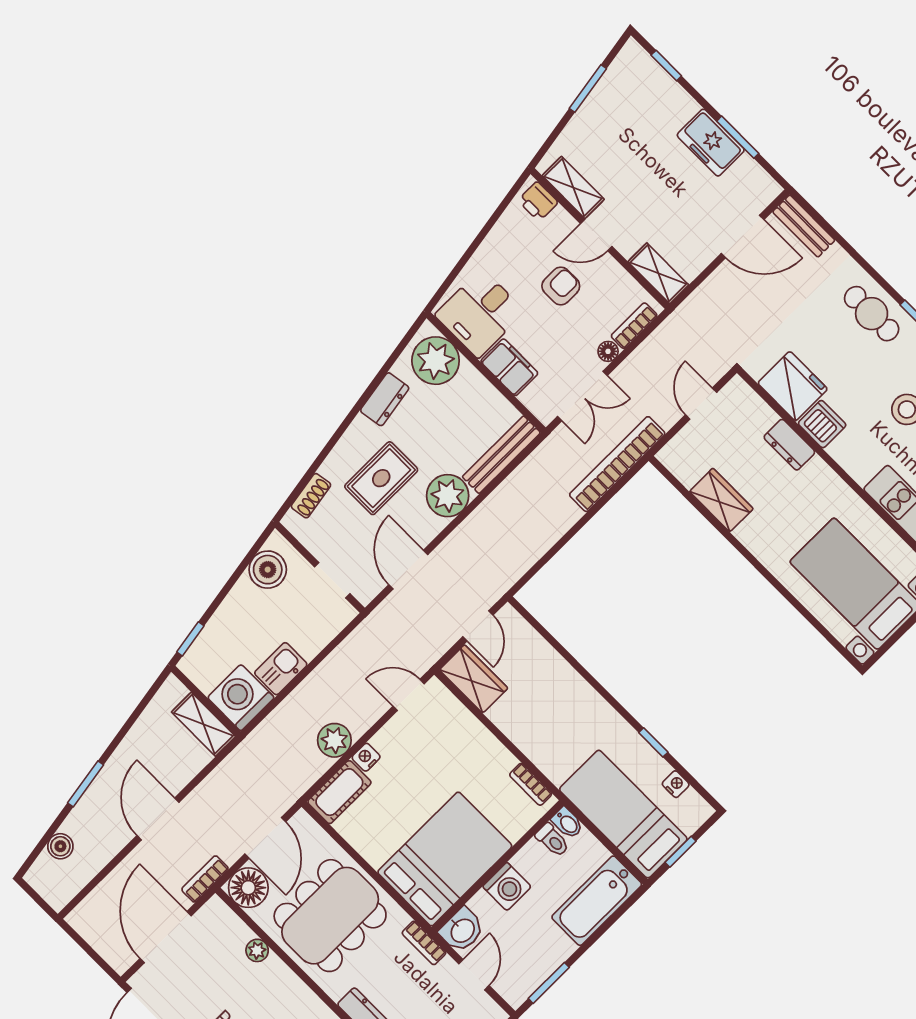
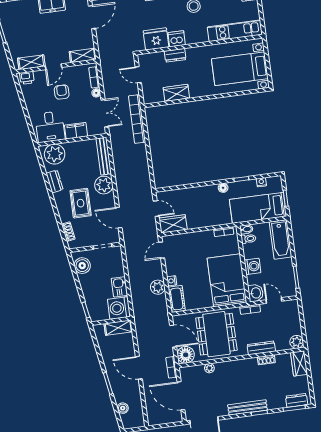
floor lamp: (611, 721) -> (223, 188), added

